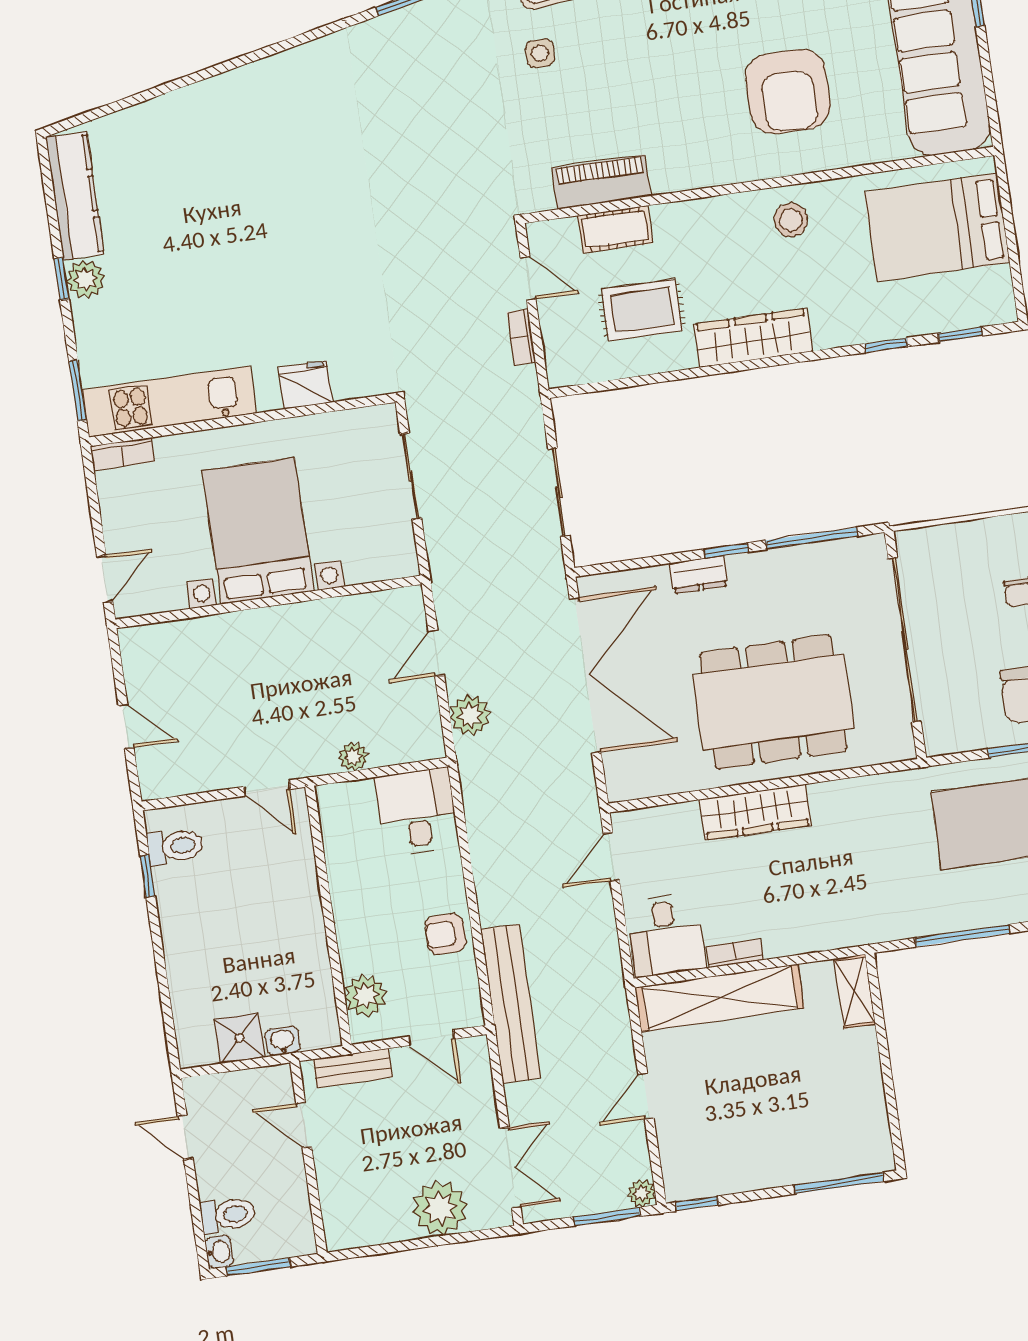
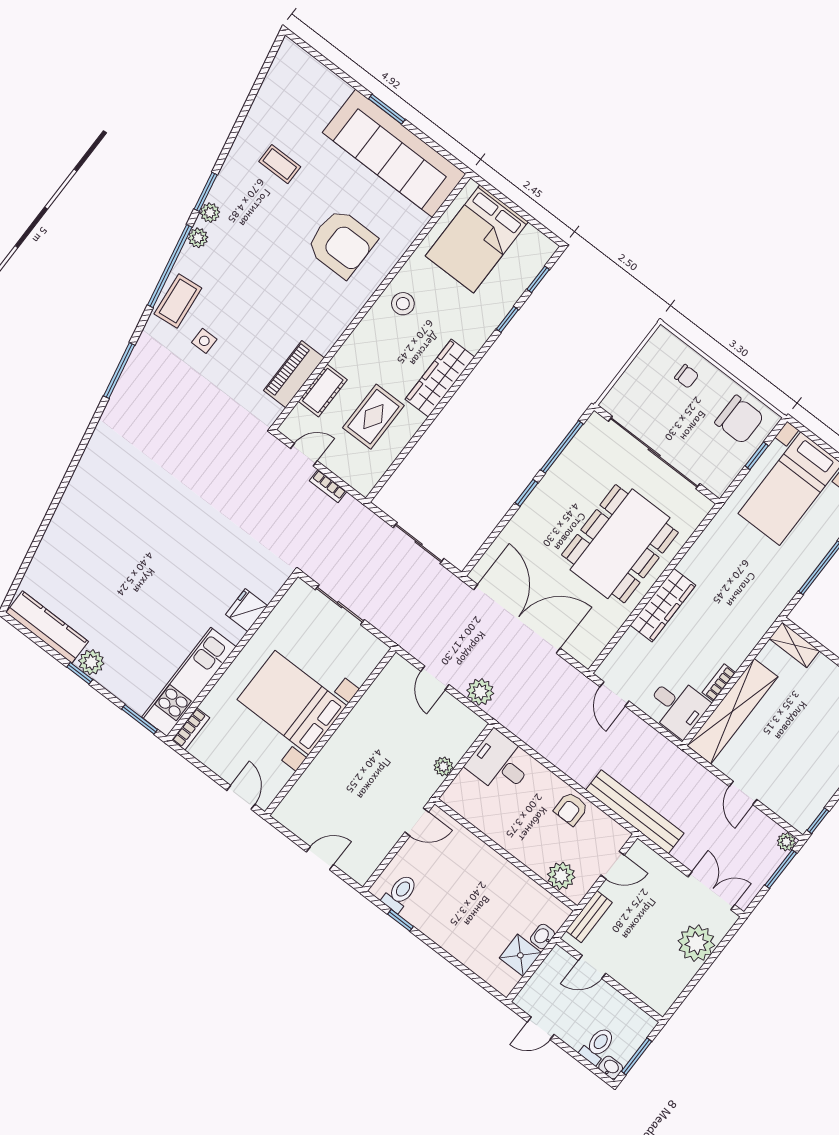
dresser: (699, 575) -> (525, 517), removed

